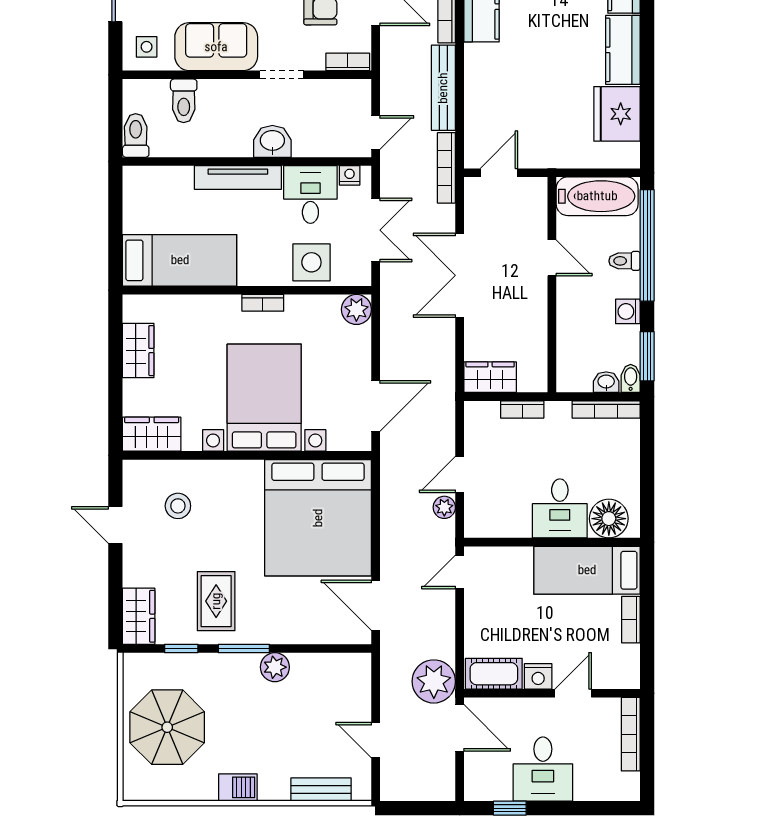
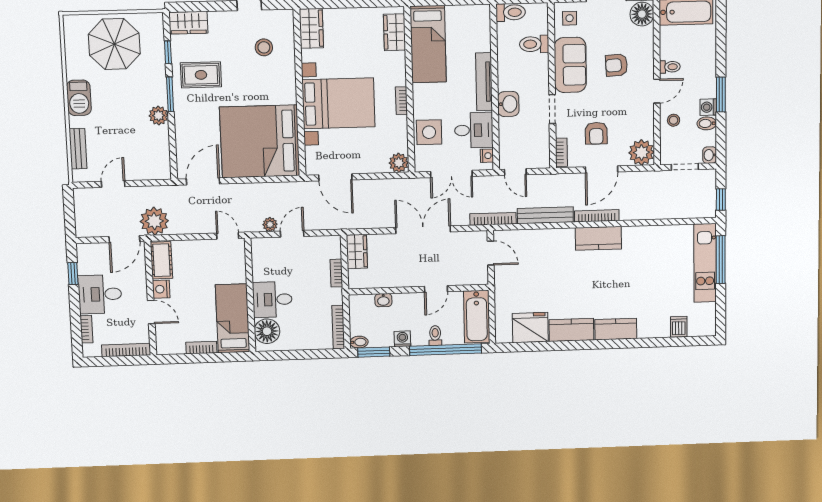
wardrobe: (138, 351) -> (395, 32), moved, turned 90
washbasin: (606, 382) -> (383, 300), moved, turned 90
door: (460, 474) -> (292, 234), hinge flipped
barbecue: (238, 787) -> (79, 98), width x1.38, depth x1.27
bookcase: (596, 792) -> (86, 329), added

